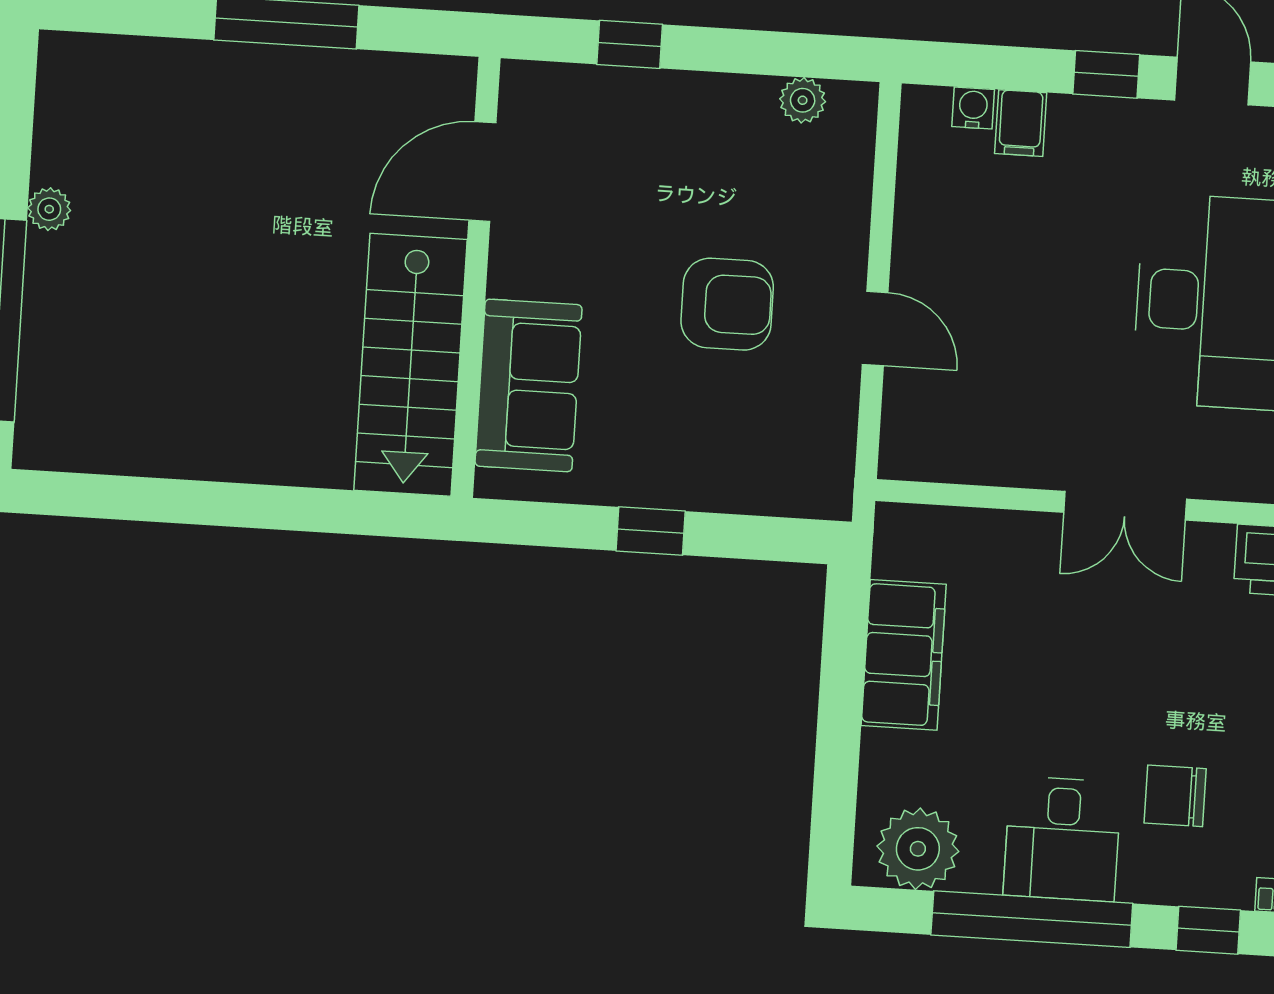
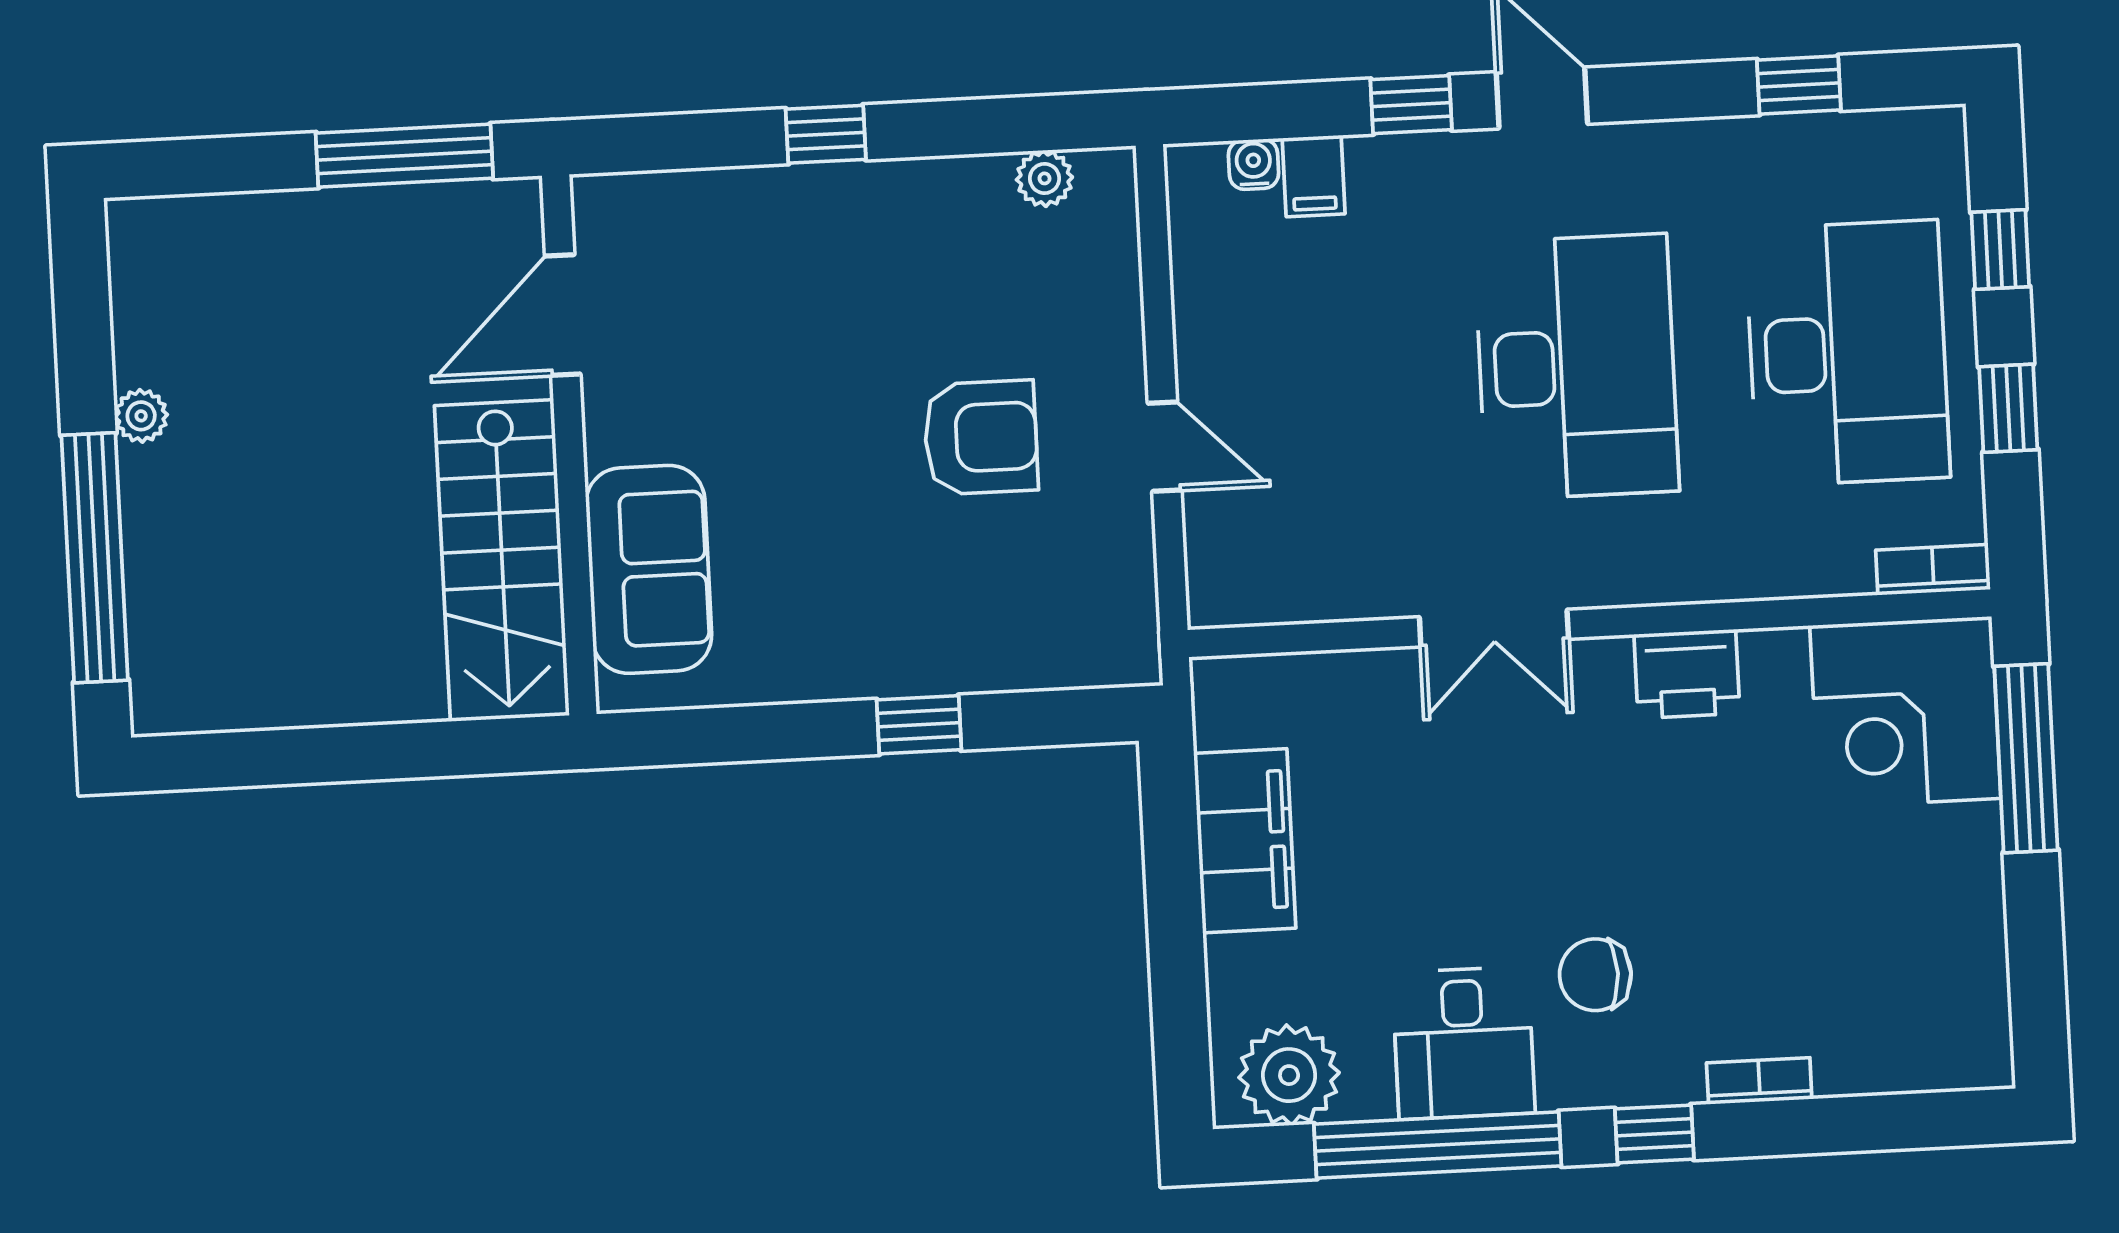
door: (482, 172) -> (563, 315), moved
wall: (476, 277) -> (569, 445), moved
stairs: (410, 365) -> (502, 561), moved
sofa: (529, 385) -> (649, 569), moved

